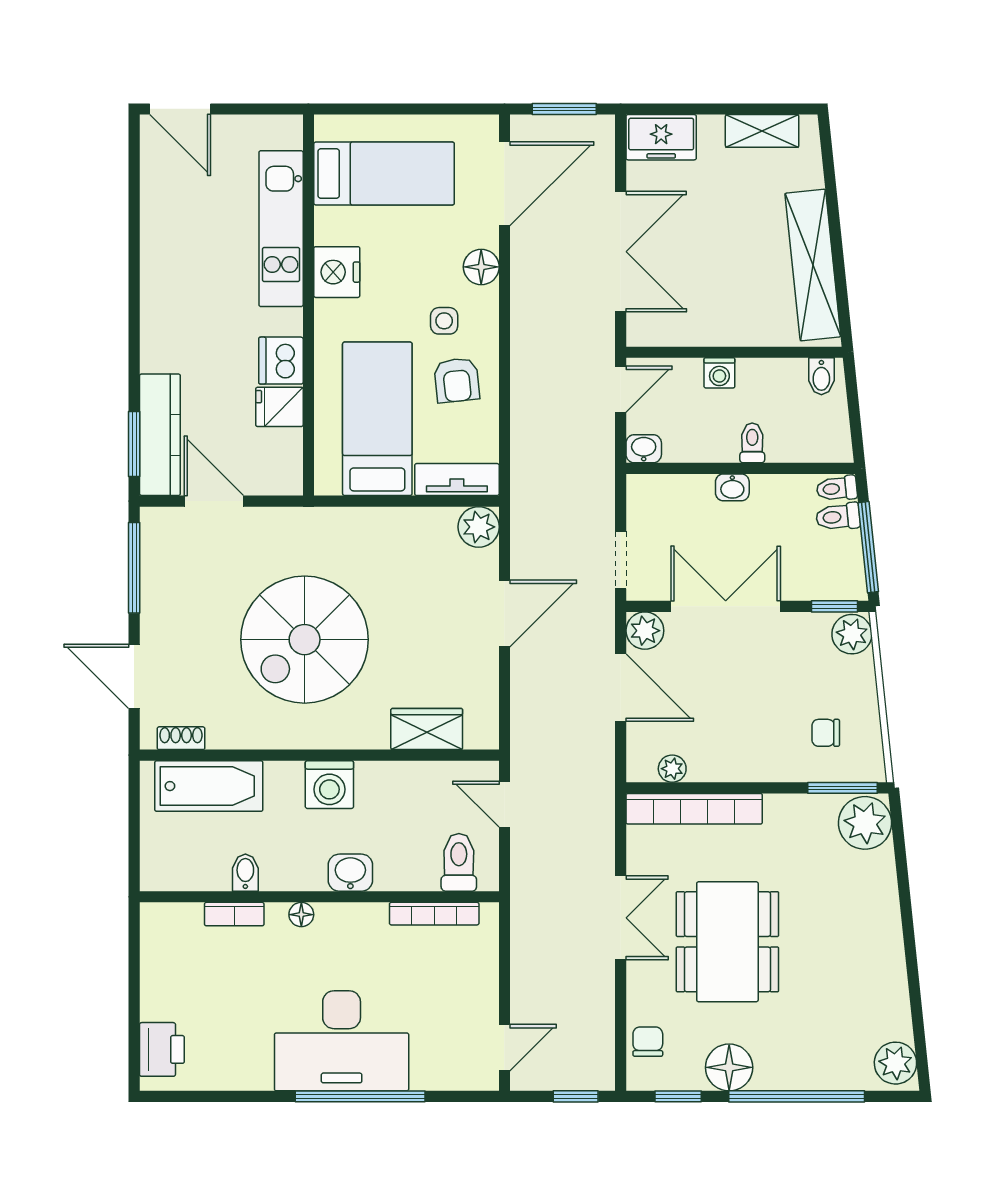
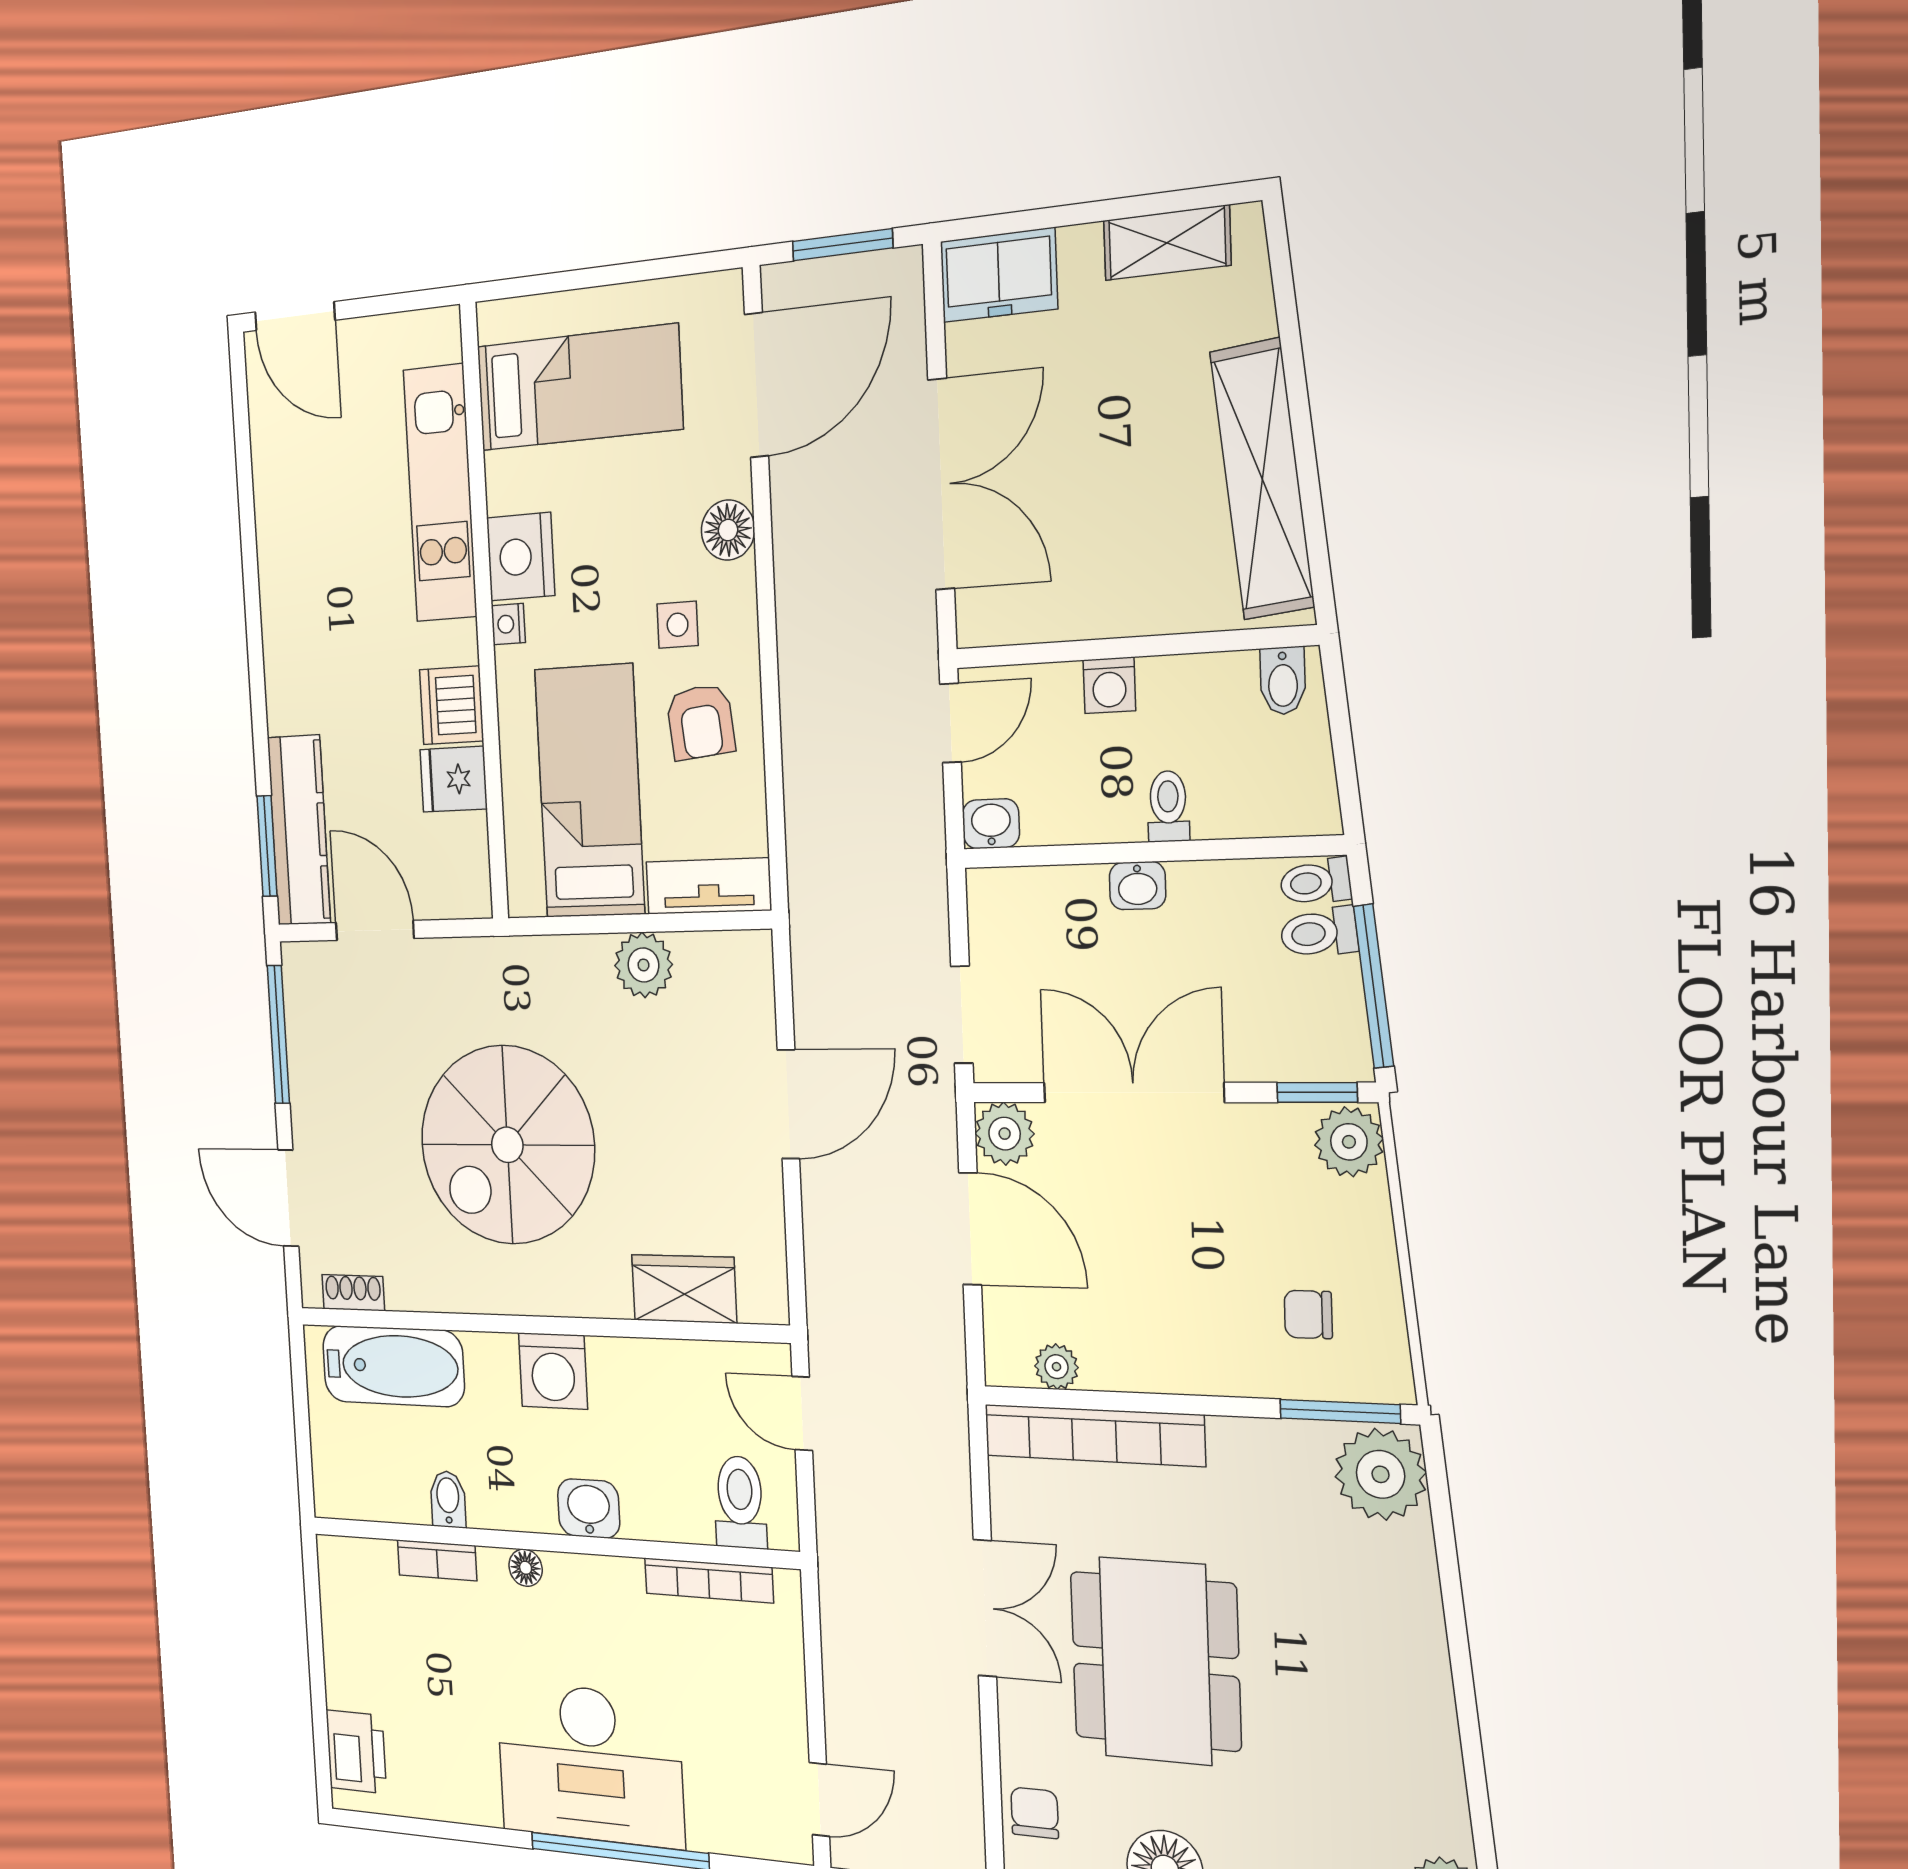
nightstand: (325, 313) -> (508, 624), added
plant: (479, 527) -> (644, 965), moved

